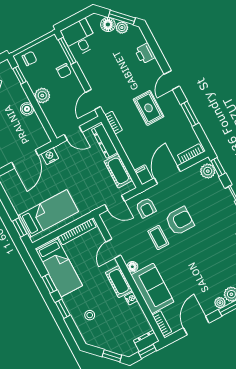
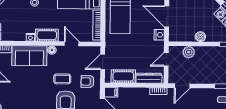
chair: (64, 71) -> (213, 76), removed
plant: (42, 95) -> (189, 52), moved
door: (93, 99) -> (182, 86), swing flipped

